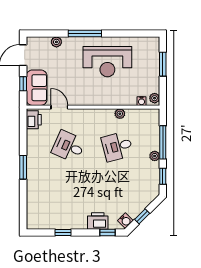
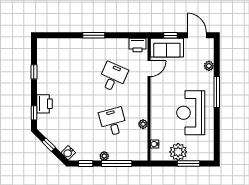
plant: (155, 98) -> (178, 152), moved, width x1.87, depth x1.87
water cooler: (125, 221) -> (68, 153), moved

